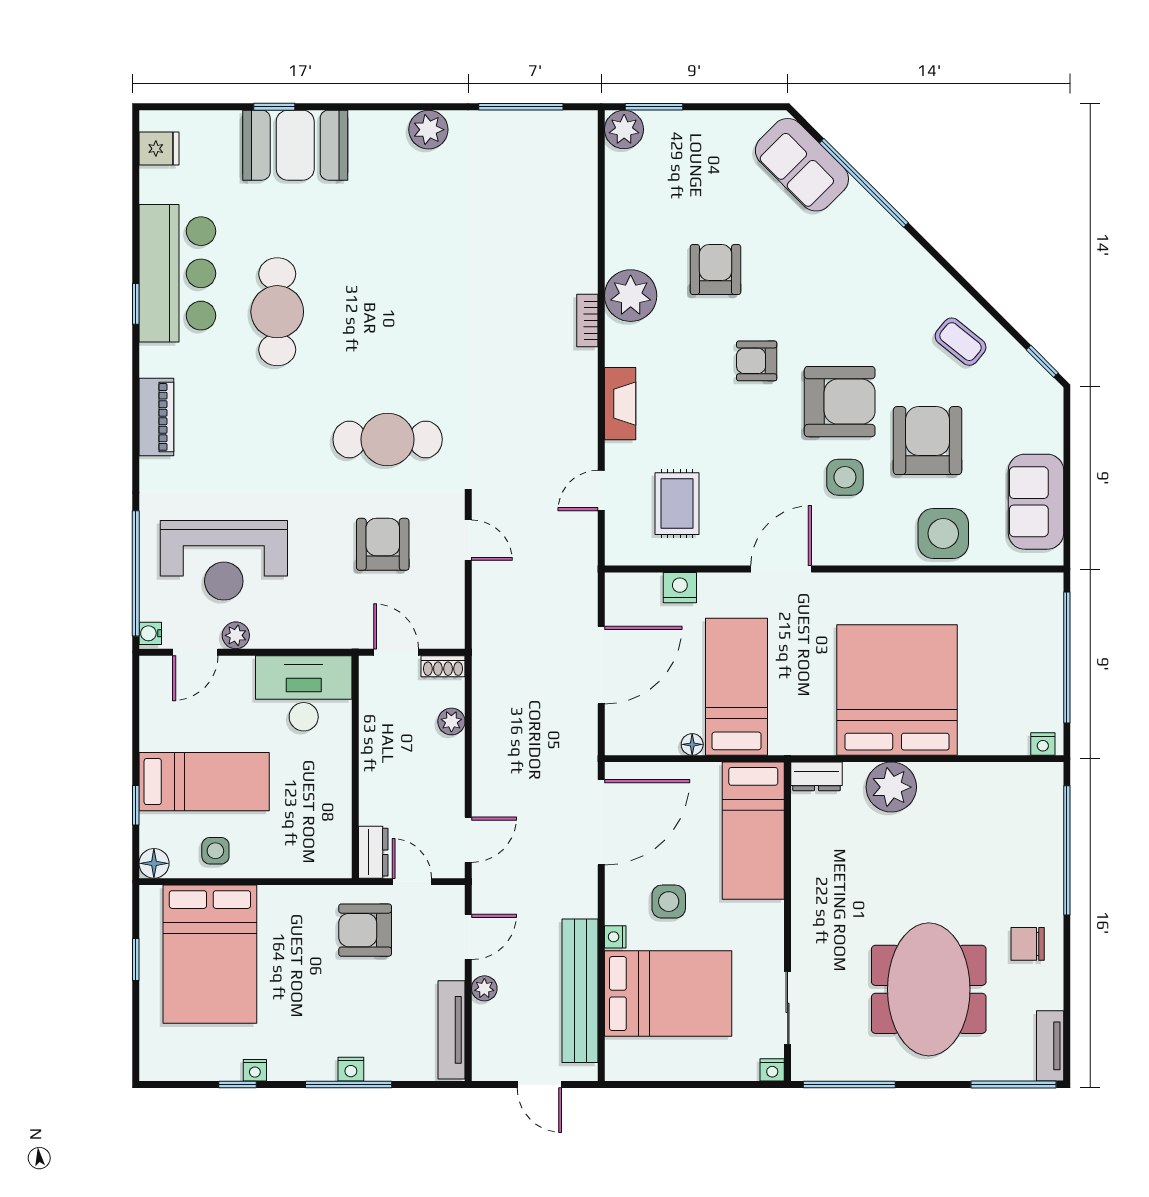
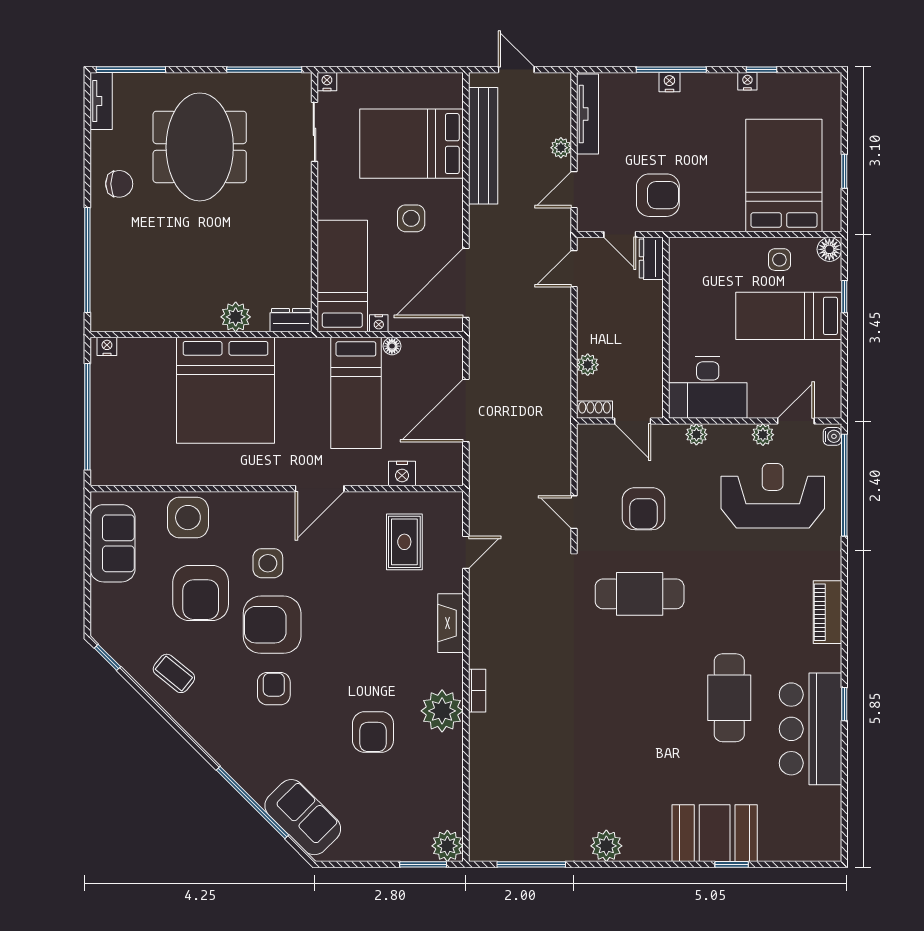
fridge: (159, 149) -> (825, 830), removed
armchair: (757, 361) -> (274, 689), moved, turned -90
plant: (318, 636) -> (696, 434), added
plant: (891, 787) -> (236, 317), width x0.73, depth x0.73
nightstand: (615, 937) -> (379, 323), moved, turned 90

